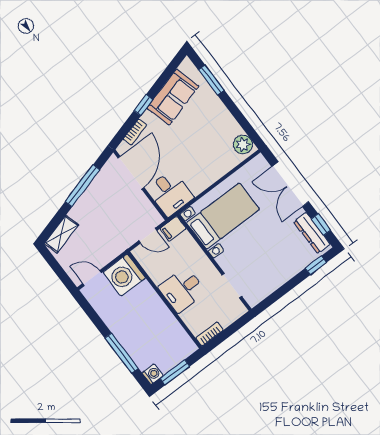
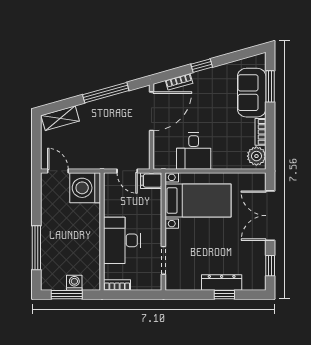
sofa: (173, 97) -> (252, 93), moved, turned 106
bookcase: (231, 123) -> (260, 132), added
desk: (170, 193) -> (194, 151), moved
dresser: (312, 233) -> (222, 283), moved, turned 90
window: (316, 265) -> (224, 295), moved
desk: (182, 290) -> (122, 240), width x1.37
washing machine: (153, 374) -> (74, 283), moved, turned -90

